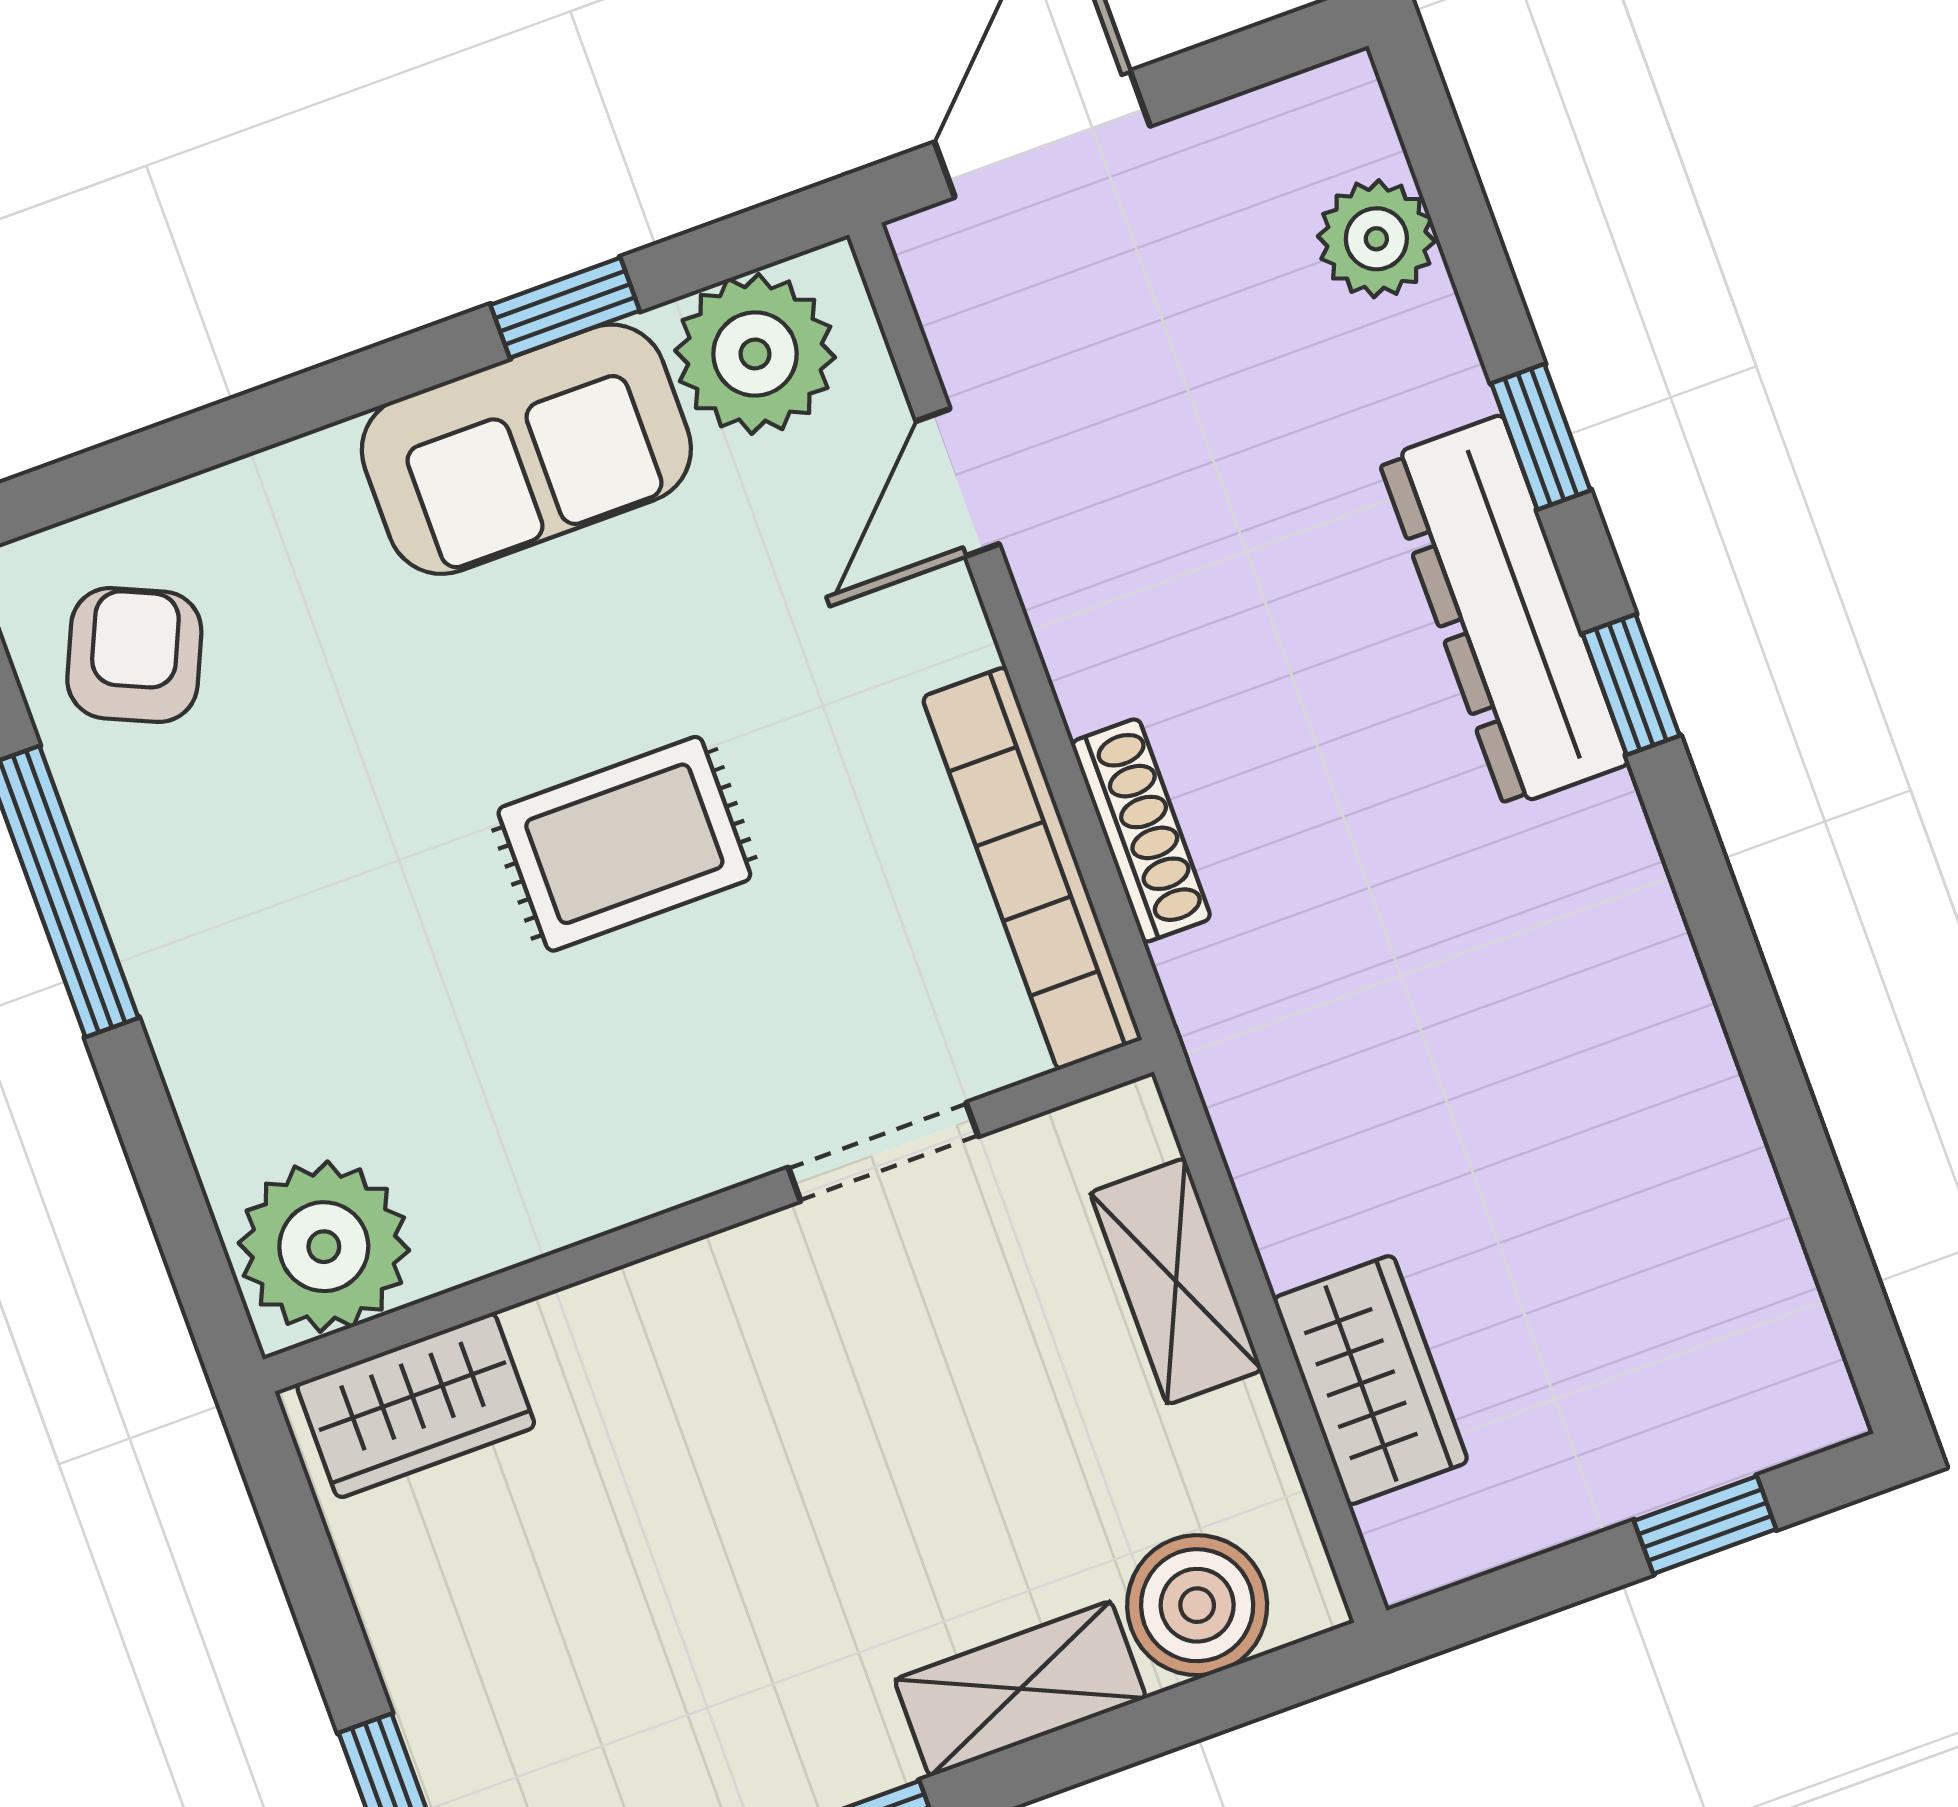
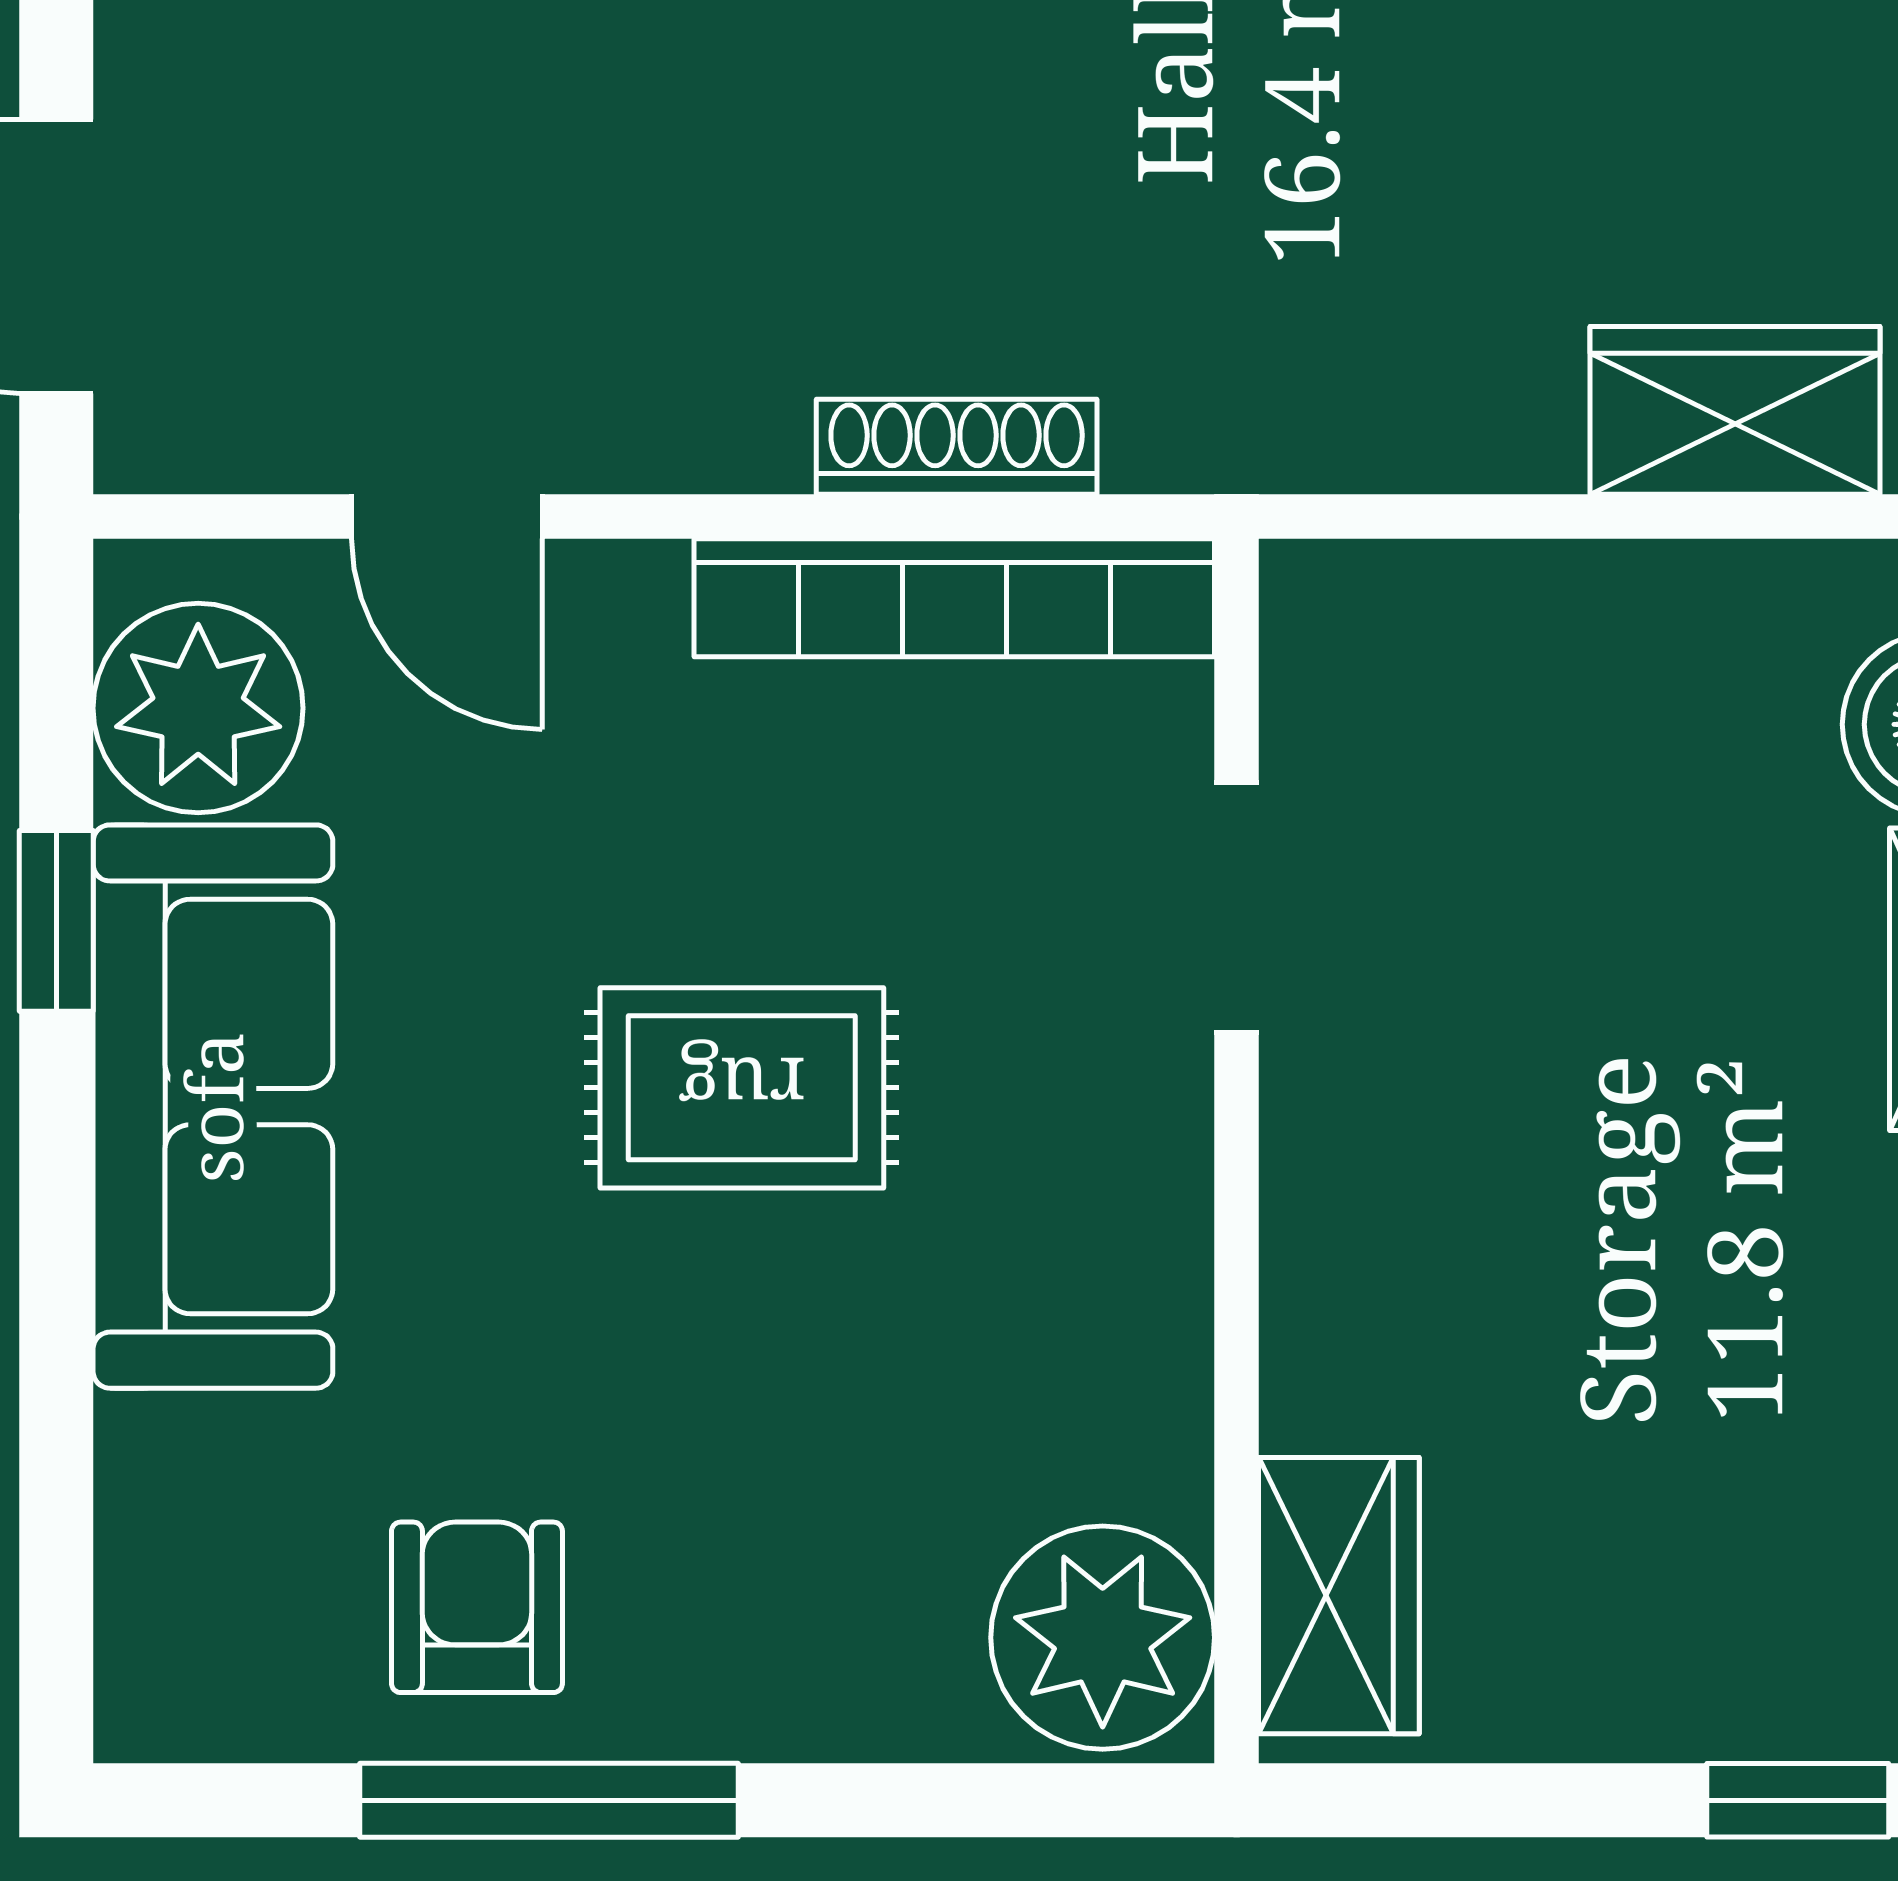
sofa: (526, 449) -> (213, 1107), width x1.36
armchair: (134, 655) -> (477, 1607), moved, turned 66
rug: (624, 844) -> (742, 1088), turned 90
shelving: (1176, 1281) -> (1527, 605), removed

